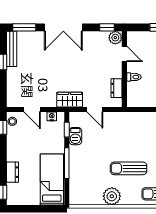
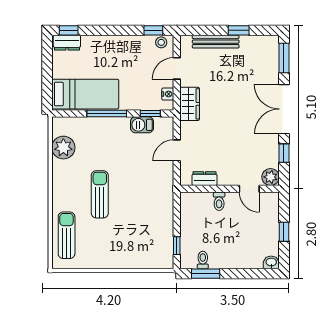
window: (107, 27) -> (284, 153), moved
bench: (12, 49) -> (216, 42), moved
door: (124, 54) -> (249, 189), hinge flipped
wardrobe: (70, 100) -> (190, 104), moved
dresser: (12, 172) -> (67, 43), moved
plant: (112, 196) -> (63, 148), moved

